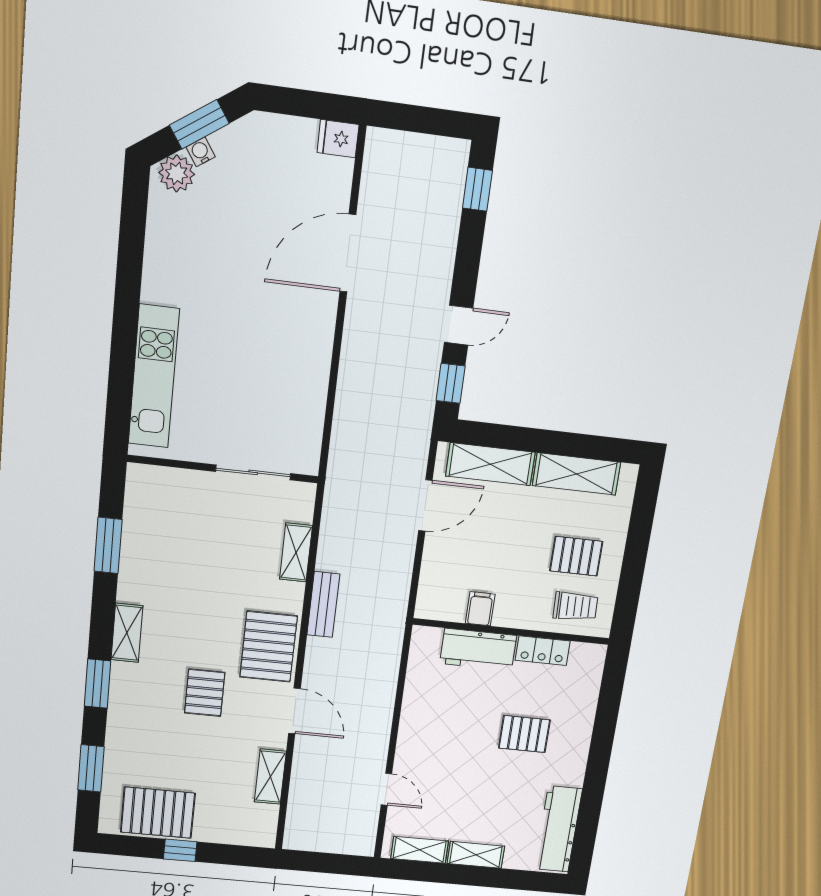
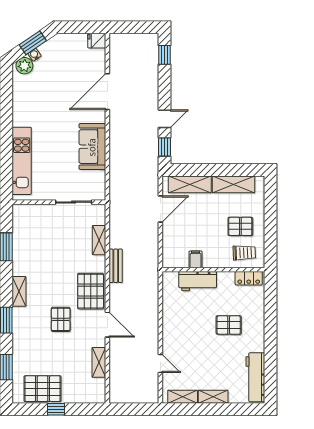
sofa: (303, 365) -> (92, 147), added
locker: (543, 651) -> (249, 278), moved

